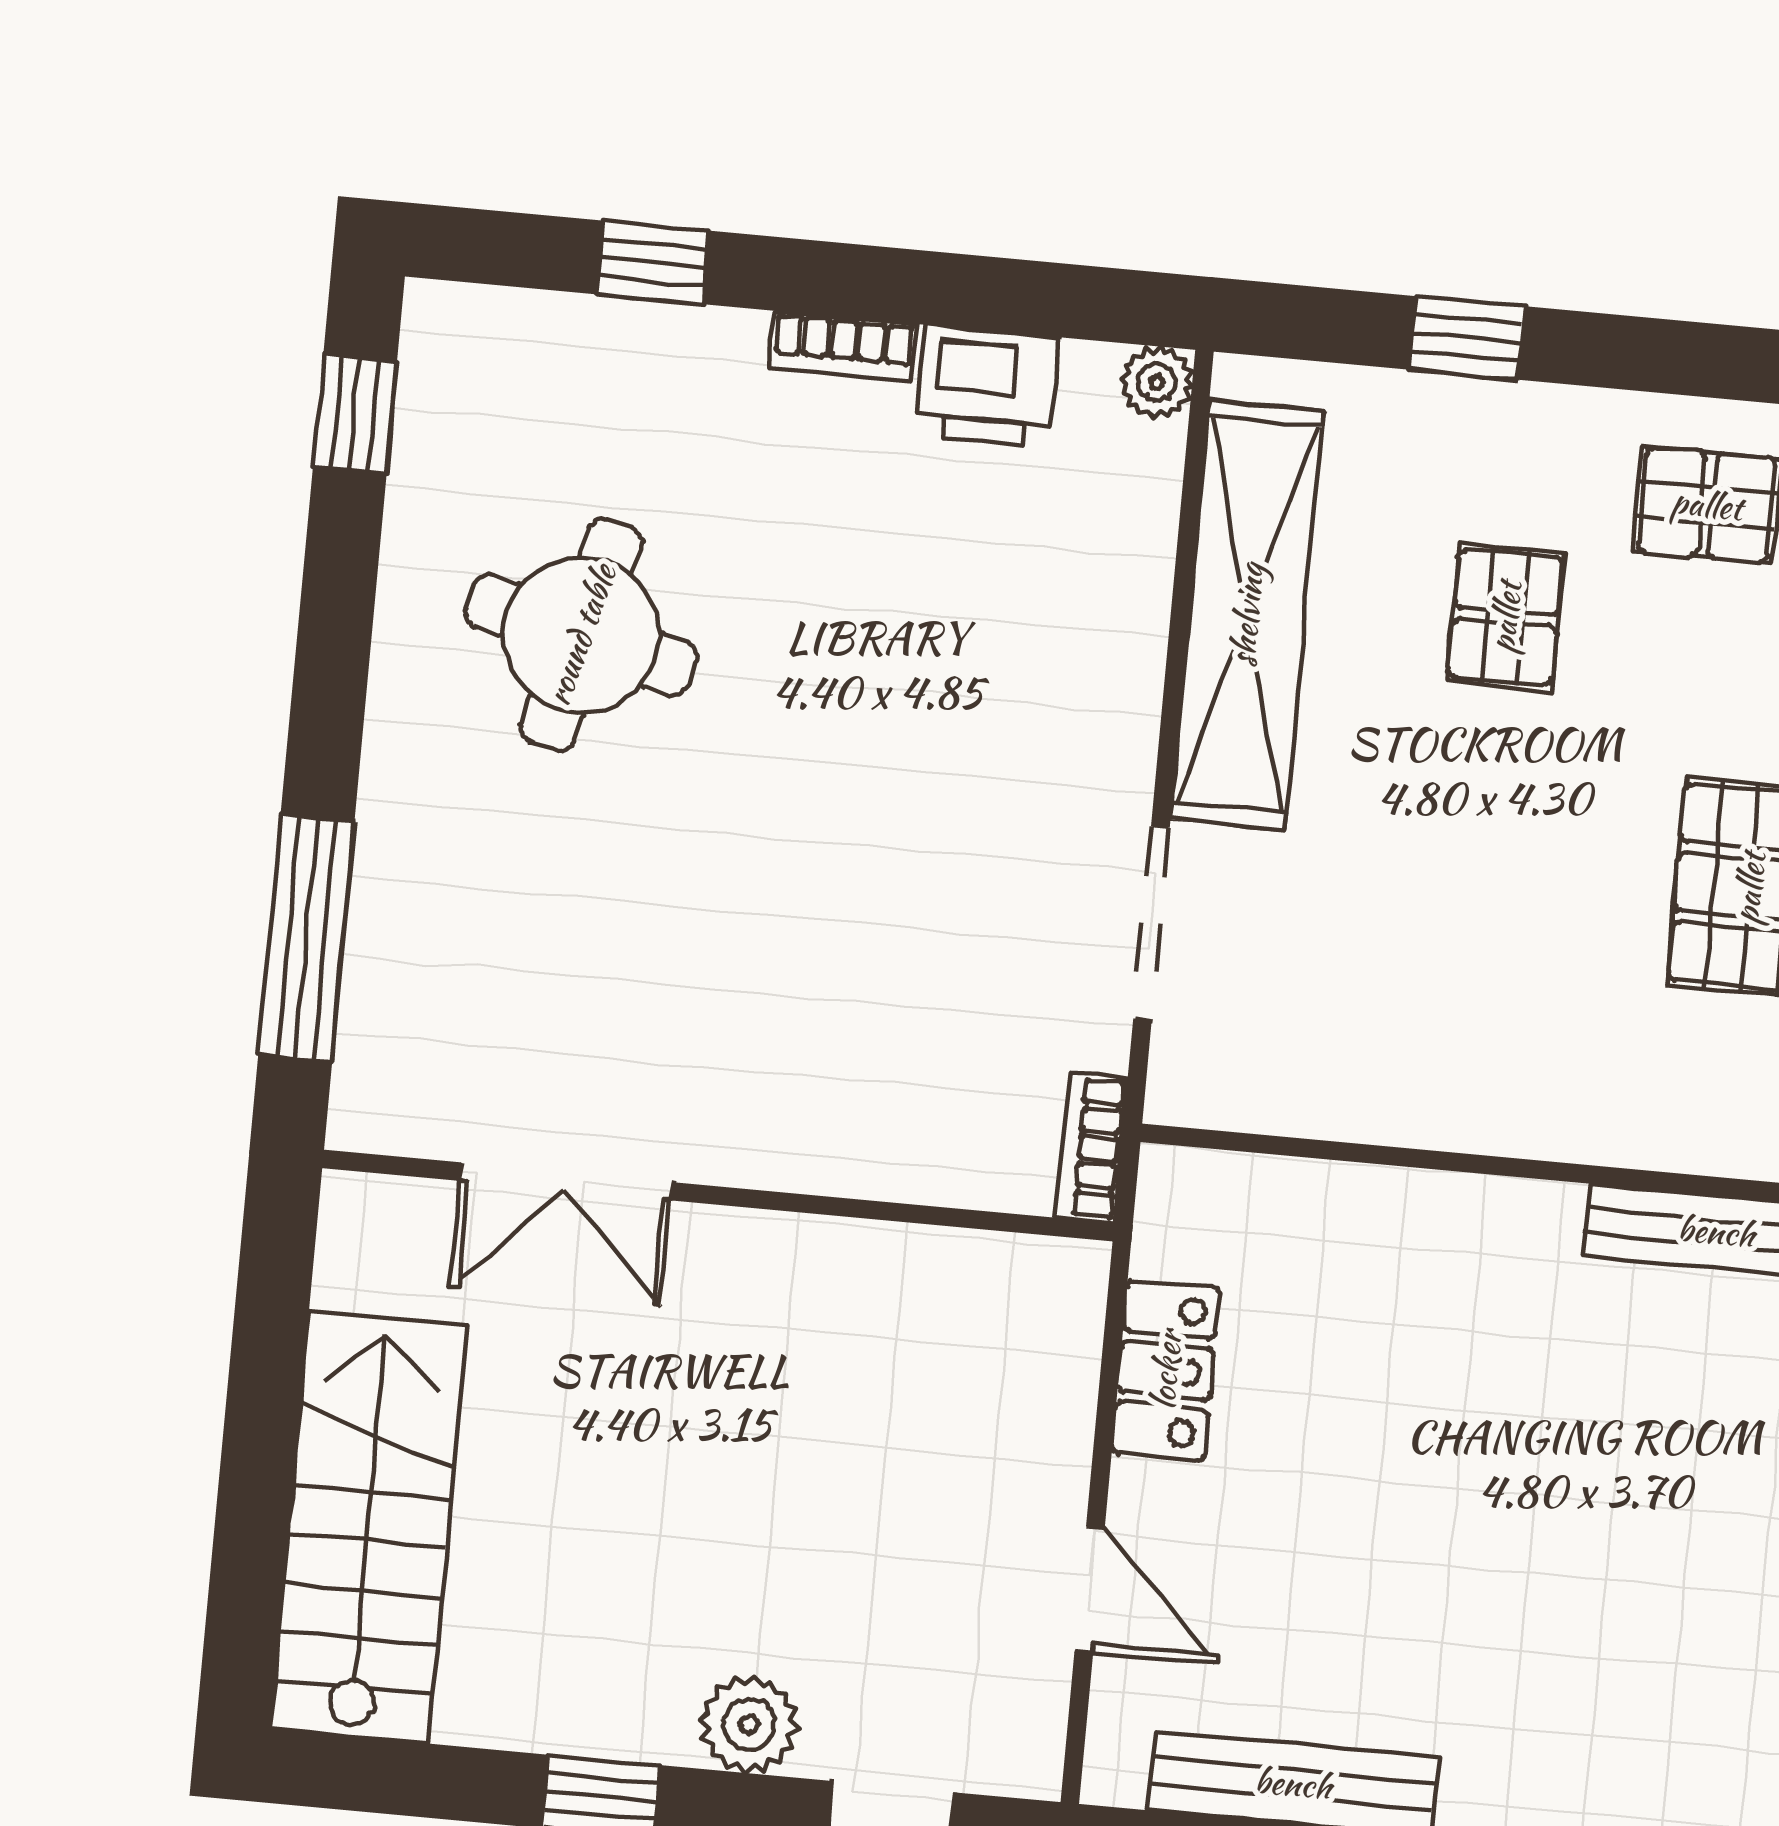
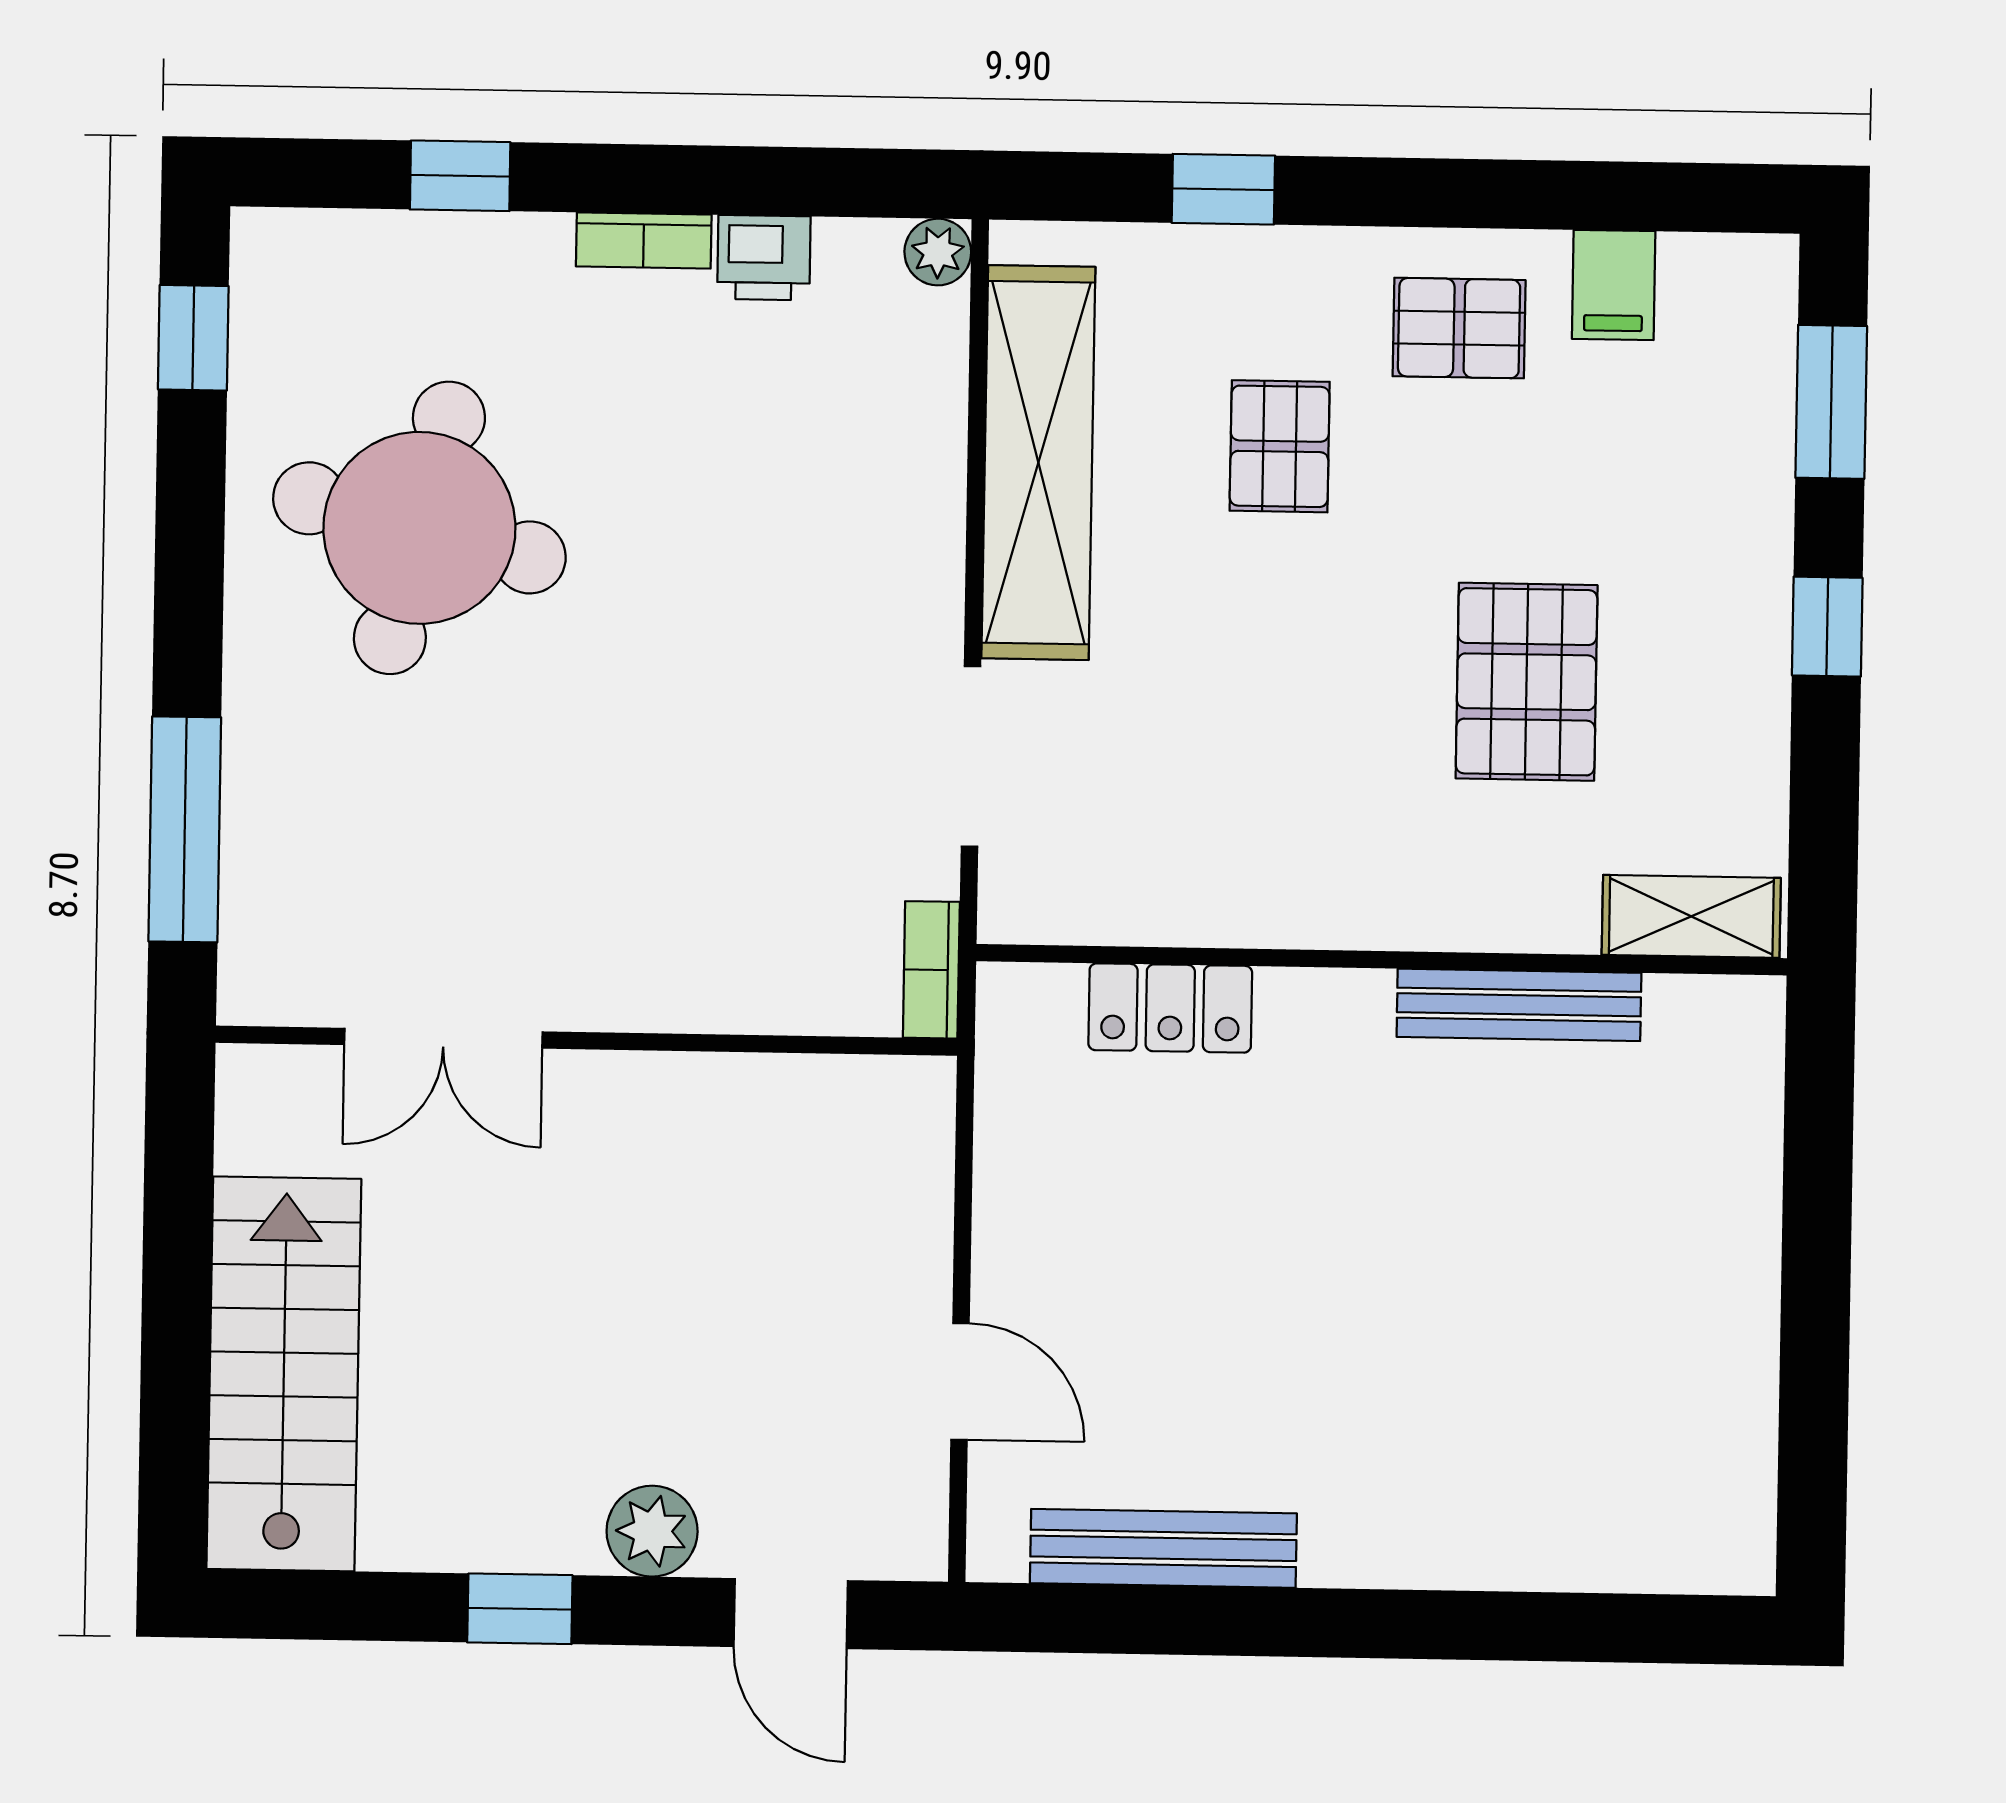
printer: (987, 386) -> (764, 258), width x0.73, depth x0.81
round table: (581, 635) -> (419, 528), width x1.36, depth x1.36
locker: (1166, 1370) -> (1170, 1008), moved, turned 90

